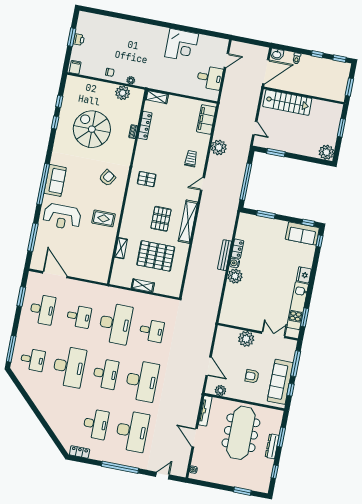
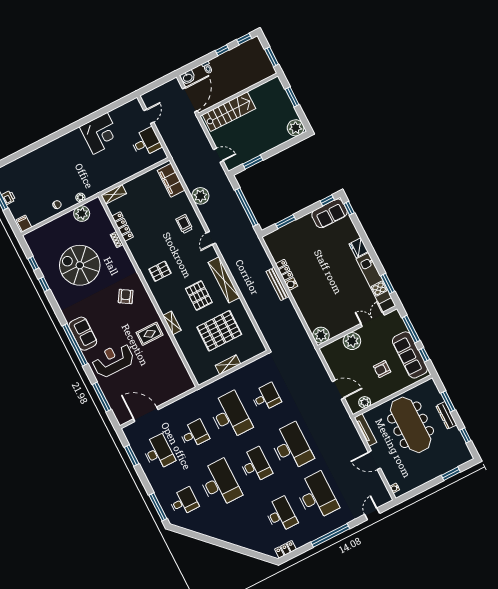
reception desk: (62, 217) -> (113, 360), turned 180
shelving: (121, 248) -> (172, 323), moved
plant: (235, 276) -> (321, 335), moved

